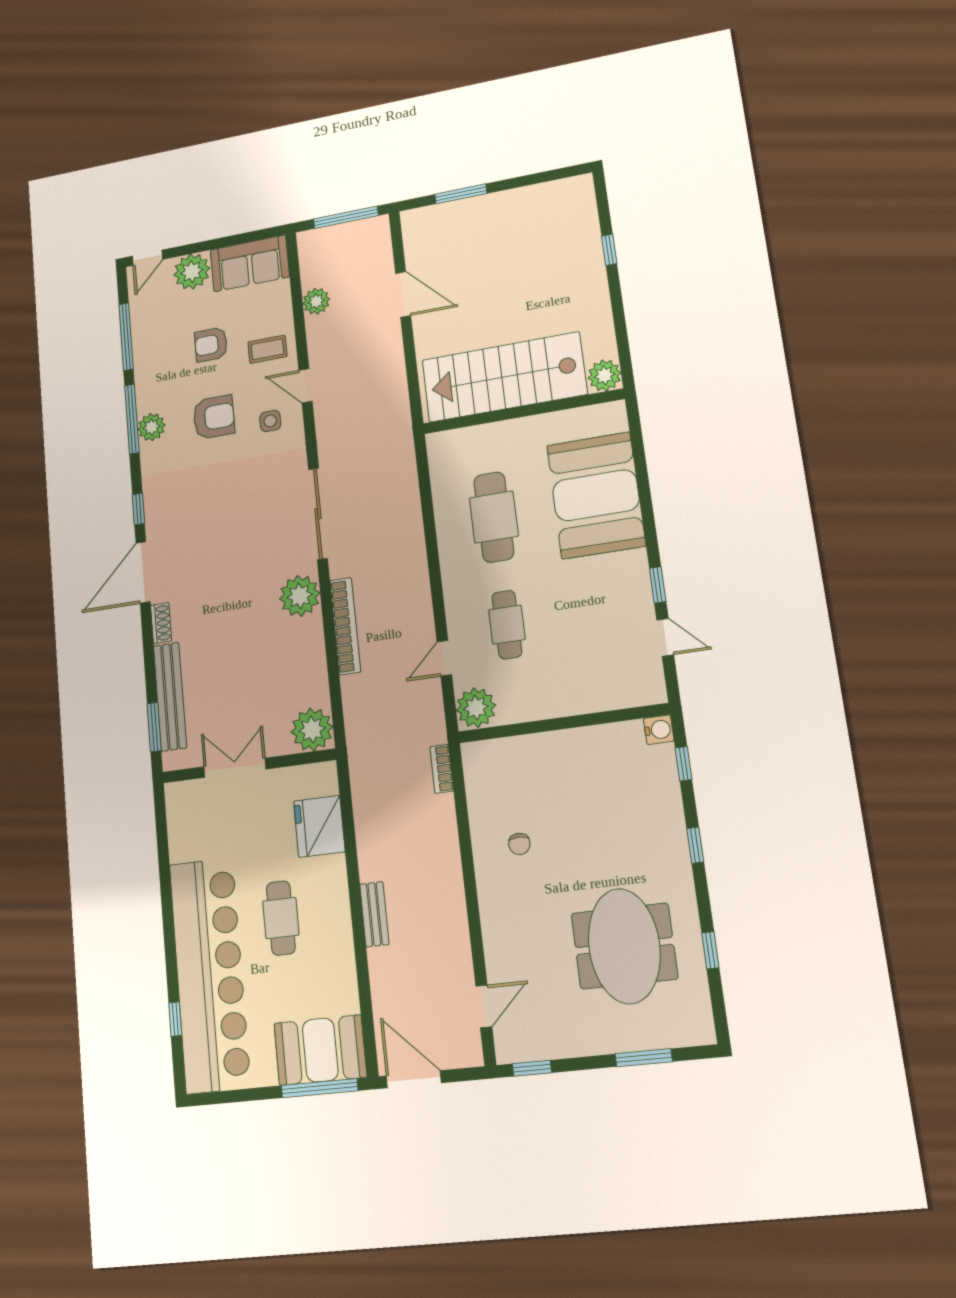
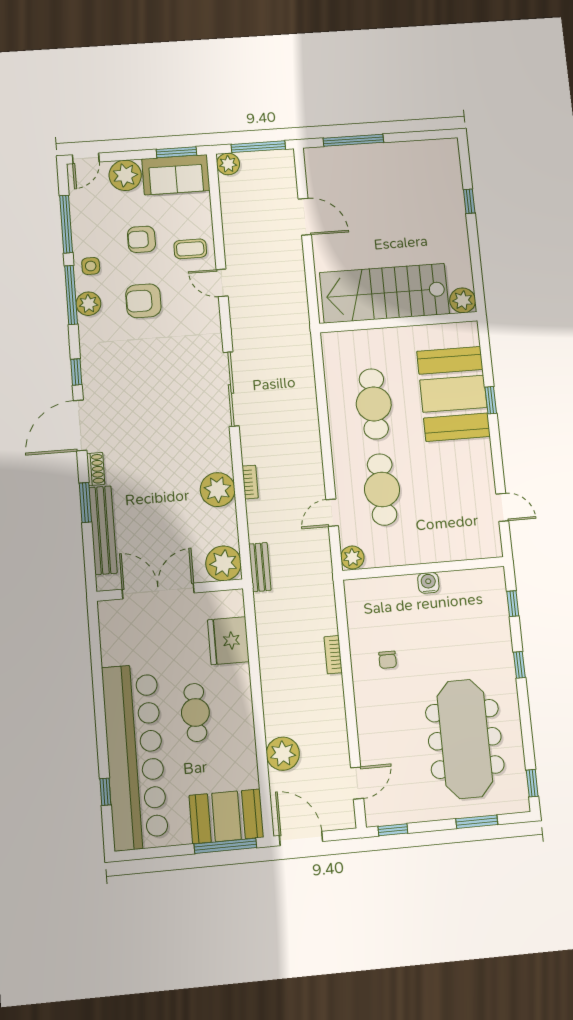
window: (461, 194) -> (353, 140), width x1.44
window: (250, 237) -> (176, 152), added
plant: (316, 301) -> (228, 164), moved
armchair: (214, 417) -> (143, 301), turned 180
side table: (270, 421) -> (91, 266), moved
window: (658, 585) -> (491, 400), moved
plant: (300, 596) -> (218, 490), moved
cafe table: (507, 625) -> (382, 489), width x1.37, depth x1.35
bookcase: (345, 626) -> (250, 482), width x0.43, depth x0.76
plant: (476, 708) -> (352, 557), width x0.73, depth x0.73
window: (154, 727) -> (85, 502), moved
water cooler: (659, 730) -> (428, 583), moved, turned -90
double door: (235, 768) -> (158, 591), width x1.37
bookcase: (442, 769) -> (333, 655), moved
bench: (374, 914) -> (260, 567), moved
meeting table: (624, 946) -> (465, 739), width x1.36
window: (710, 950) -> (532, 783), moved
plant: (389, 969) -> (283, 754), added

